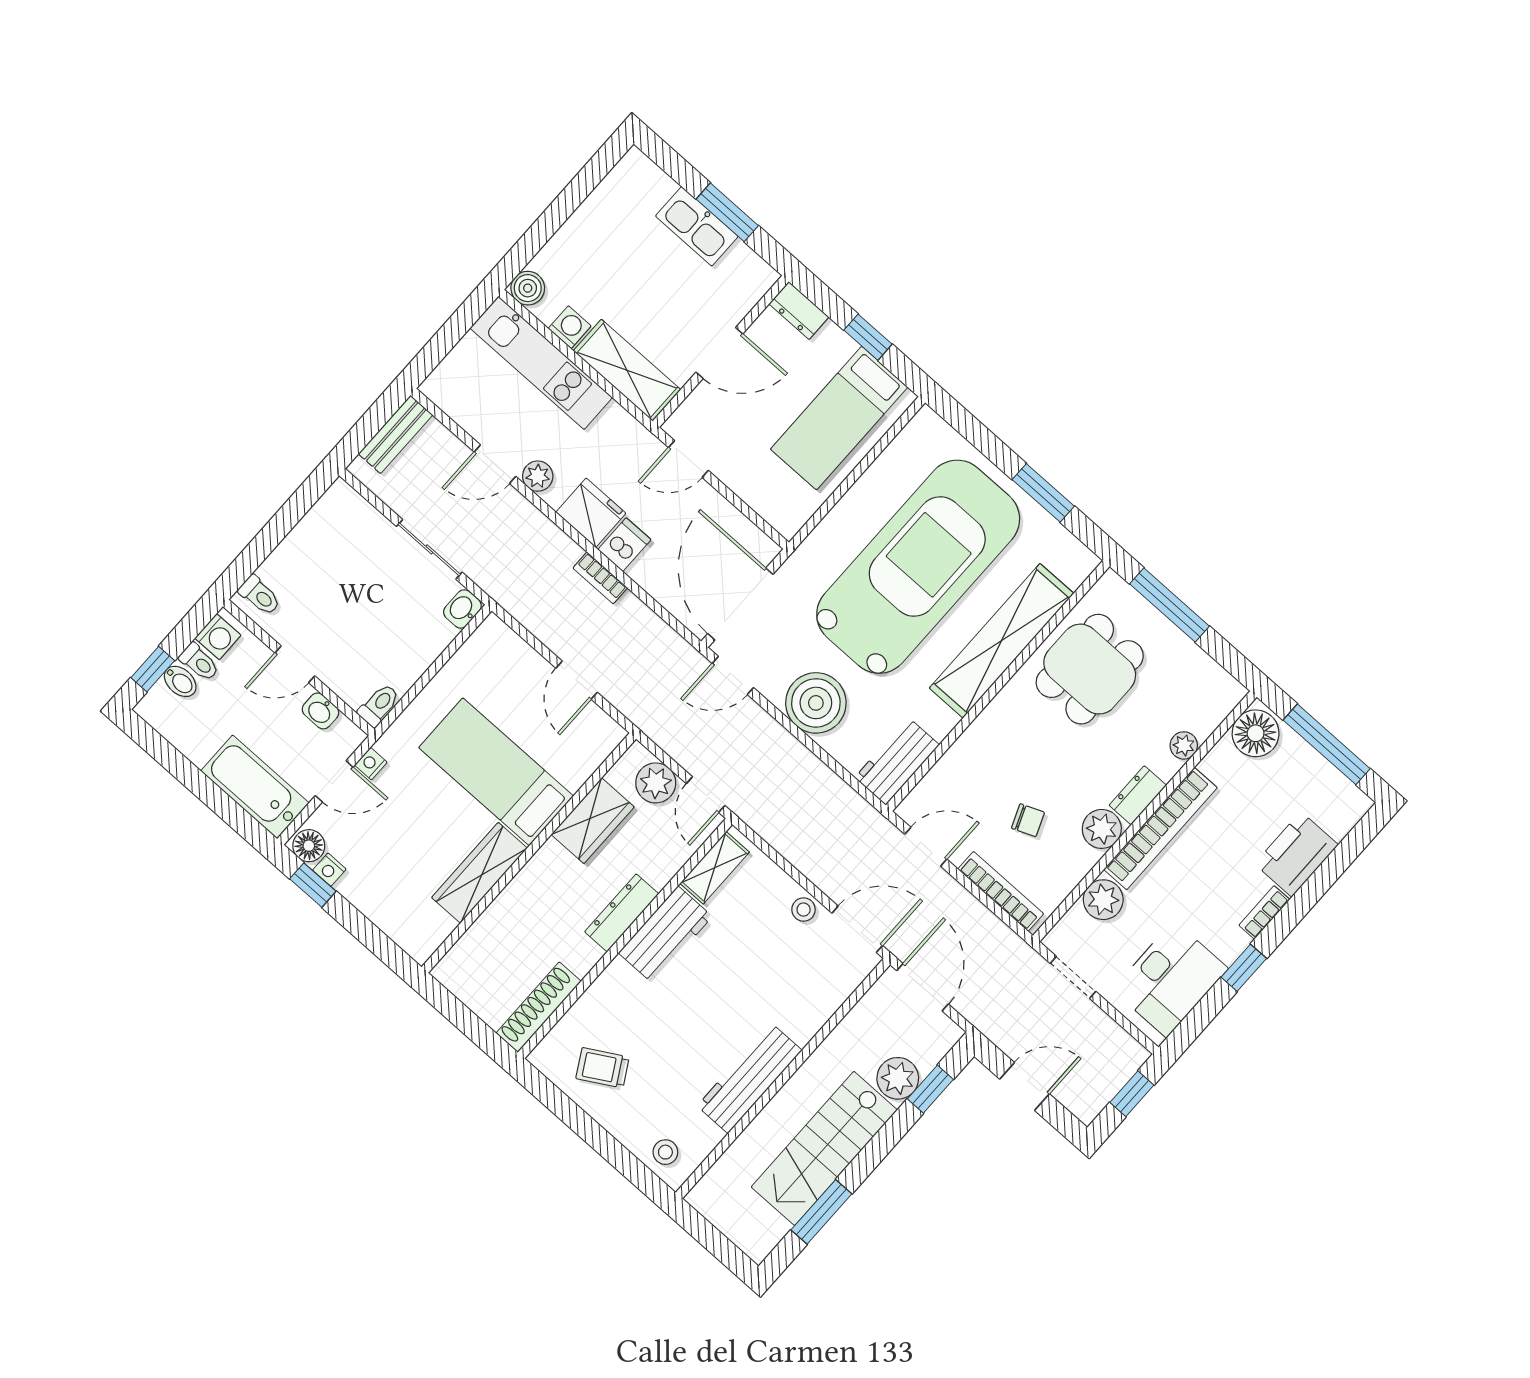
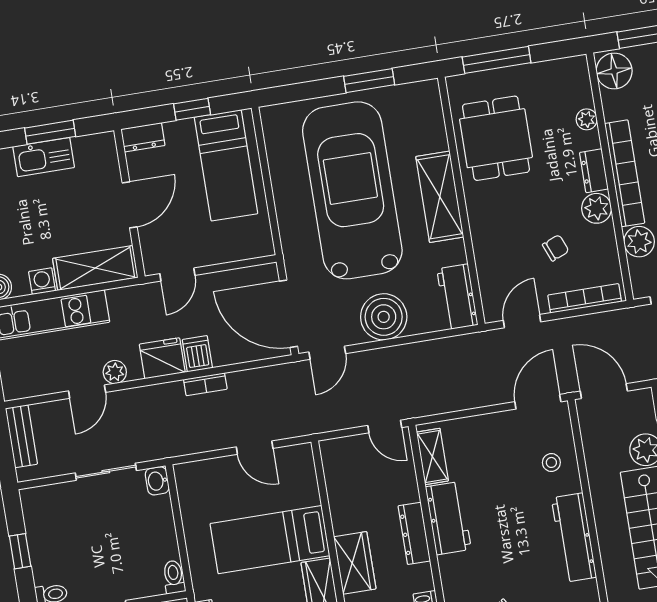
window: (278, 528) -> (20, 551), added
shelving: (1002, 641) -> (440, 197), width x0.68
plant: (656, 783) -> (354, 450), removed
wardrobe: (593, 821) -> (355, 563), moved
stool: (804, 910) -> (551, 462), moved

